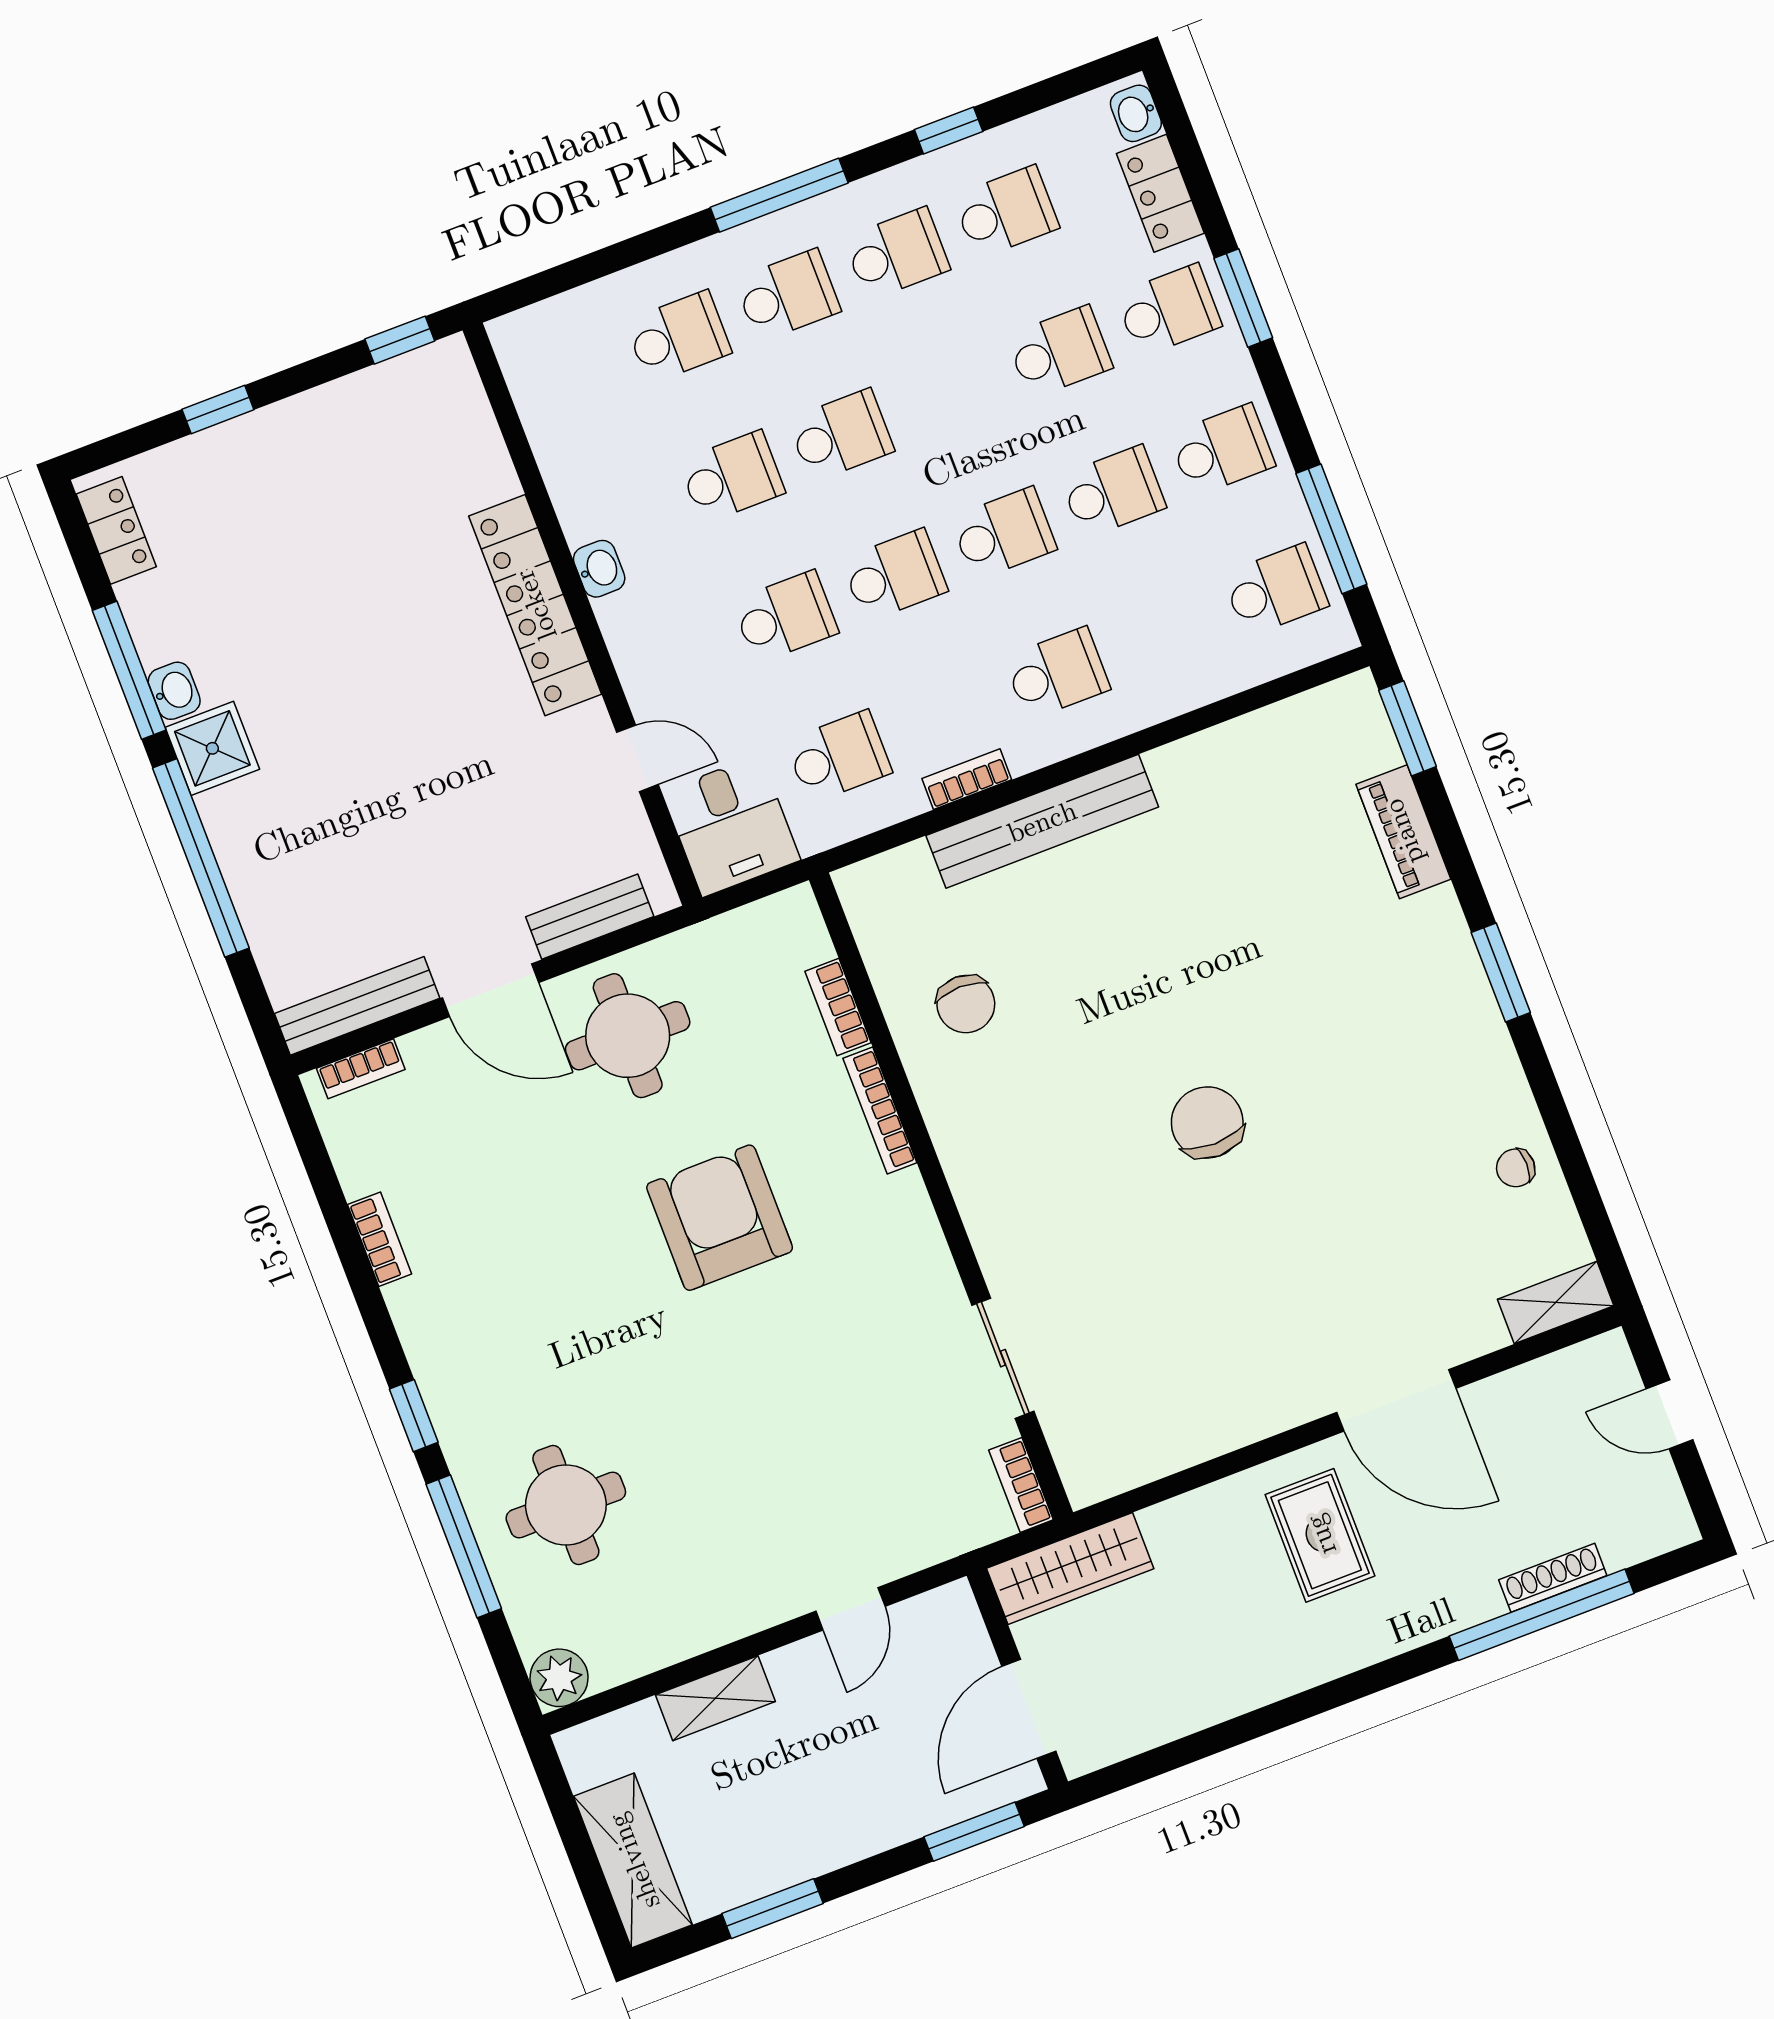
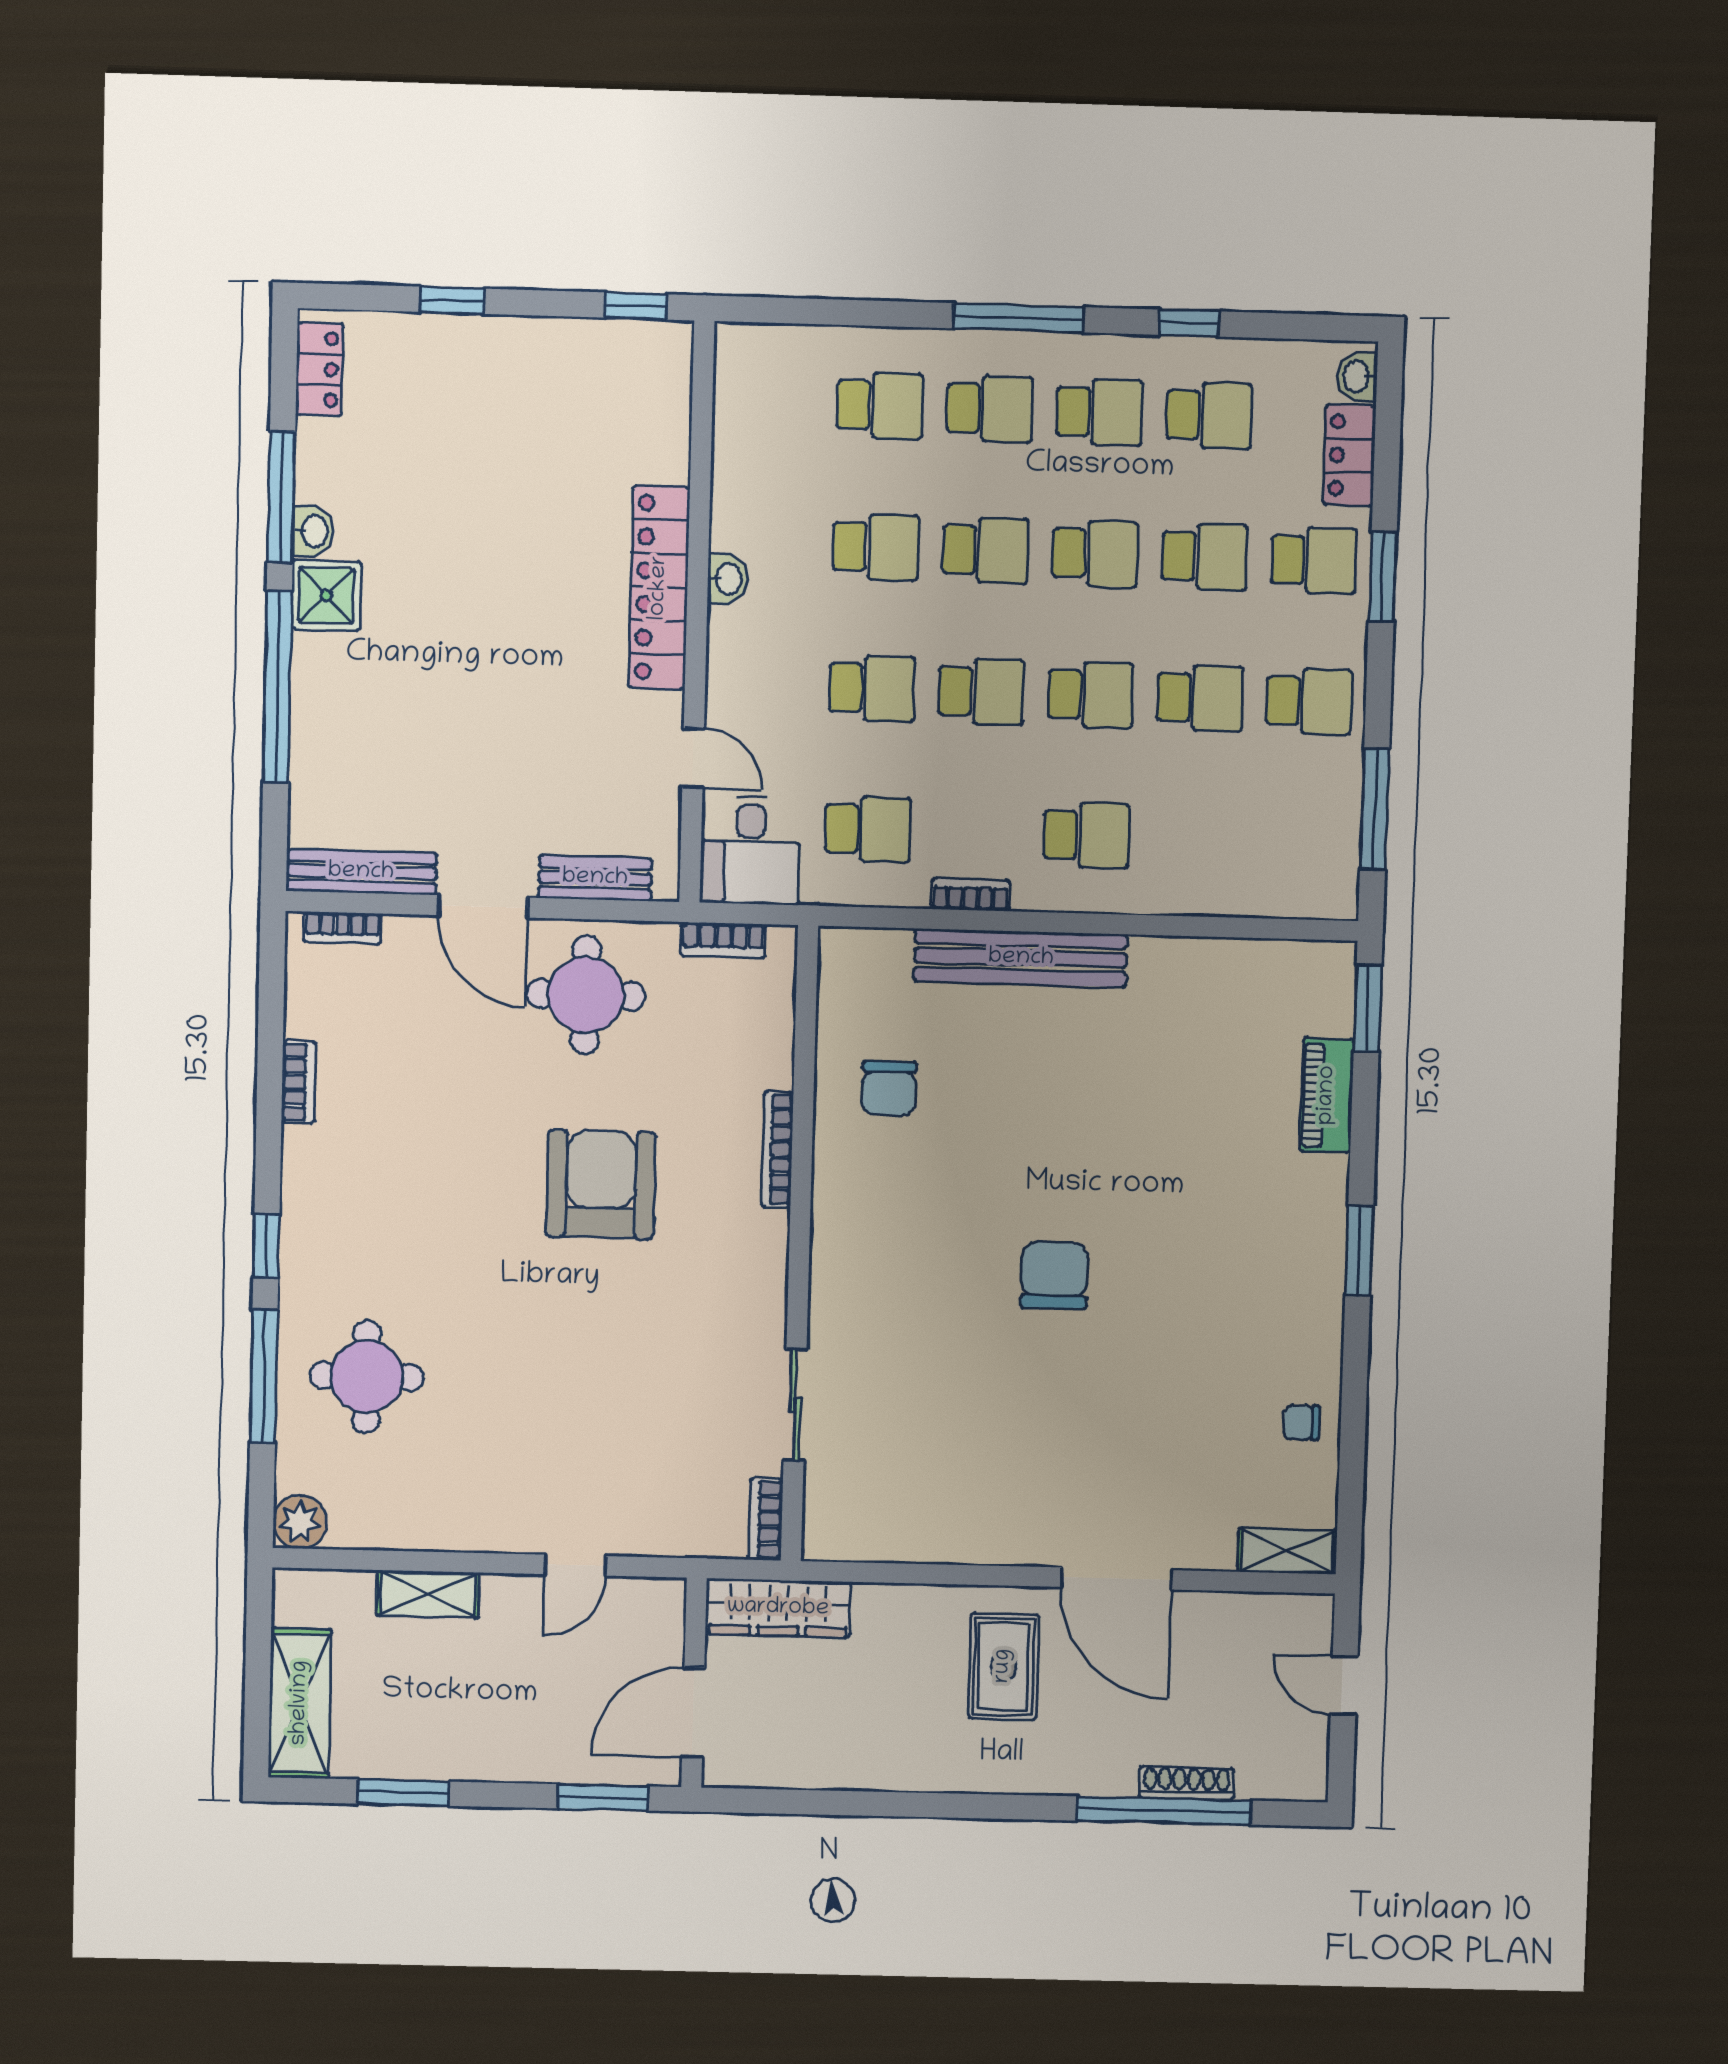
school desk: (1275, 590) -> (1095, 554), moved
bookcase: (838, 1007) -> (723, 940), moved, turned -90

